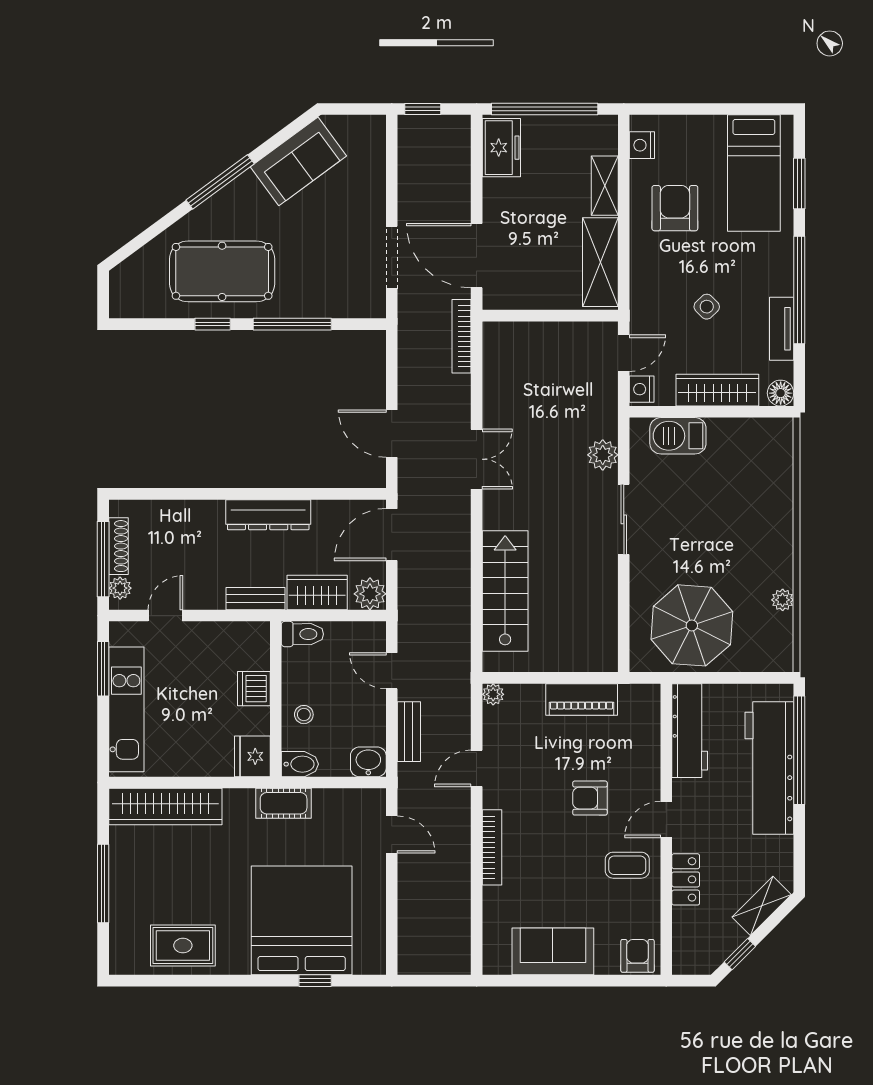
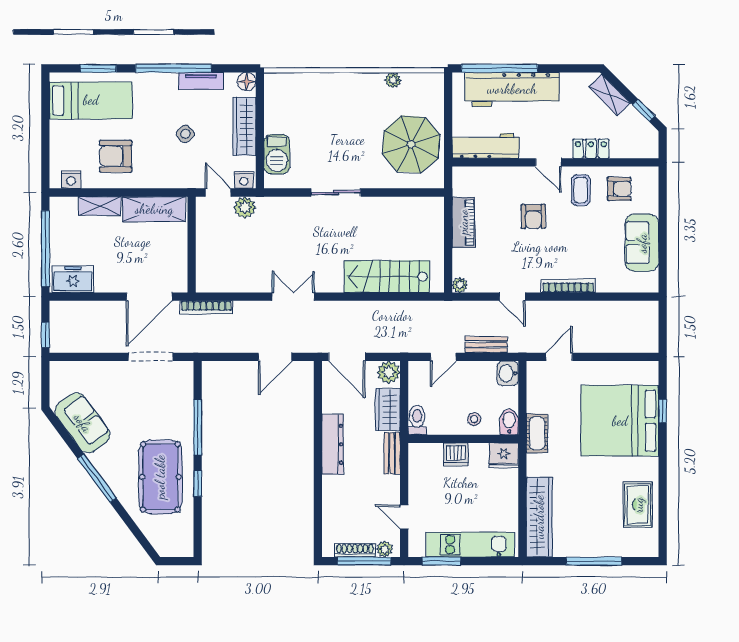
plant: (603, 455) -> (245, 207), moved
armchair: (638, 956) -> (619, 189), moved, turned 180

